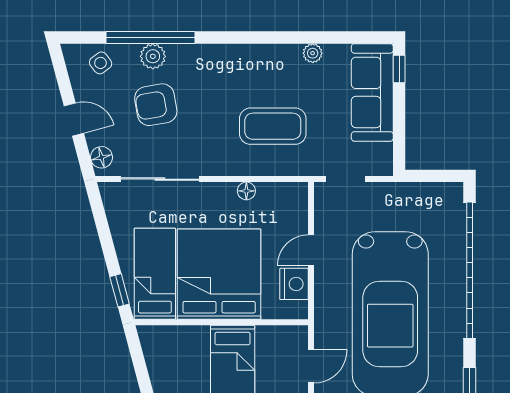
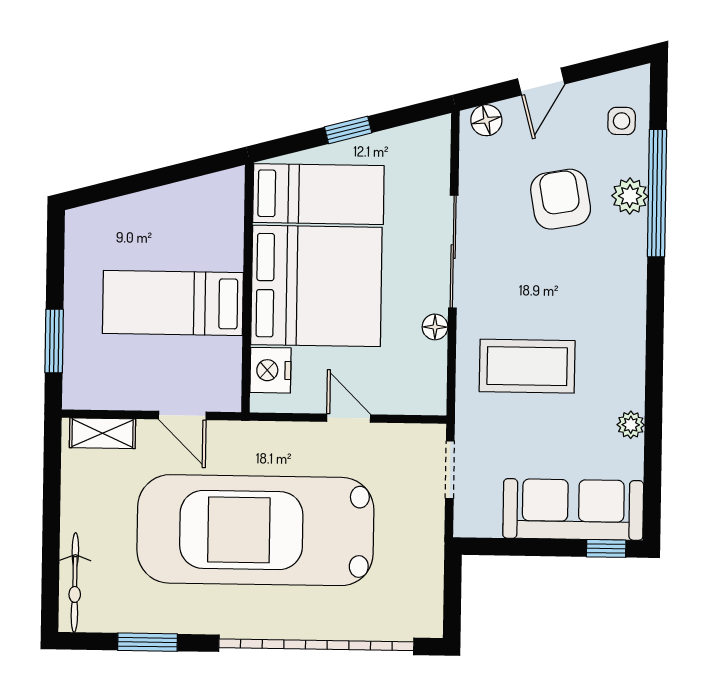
side table: (101, 63) -> (622, 121), turned 37
coffee table: (273, 126) -> (527, 366), turned 90
sliding door: (160, 179) -> (453, 252), moved
nightstand: (294, 284) -> (271, 370), moved, turned 90
window: (120, 290) -> (348, 130), moved

